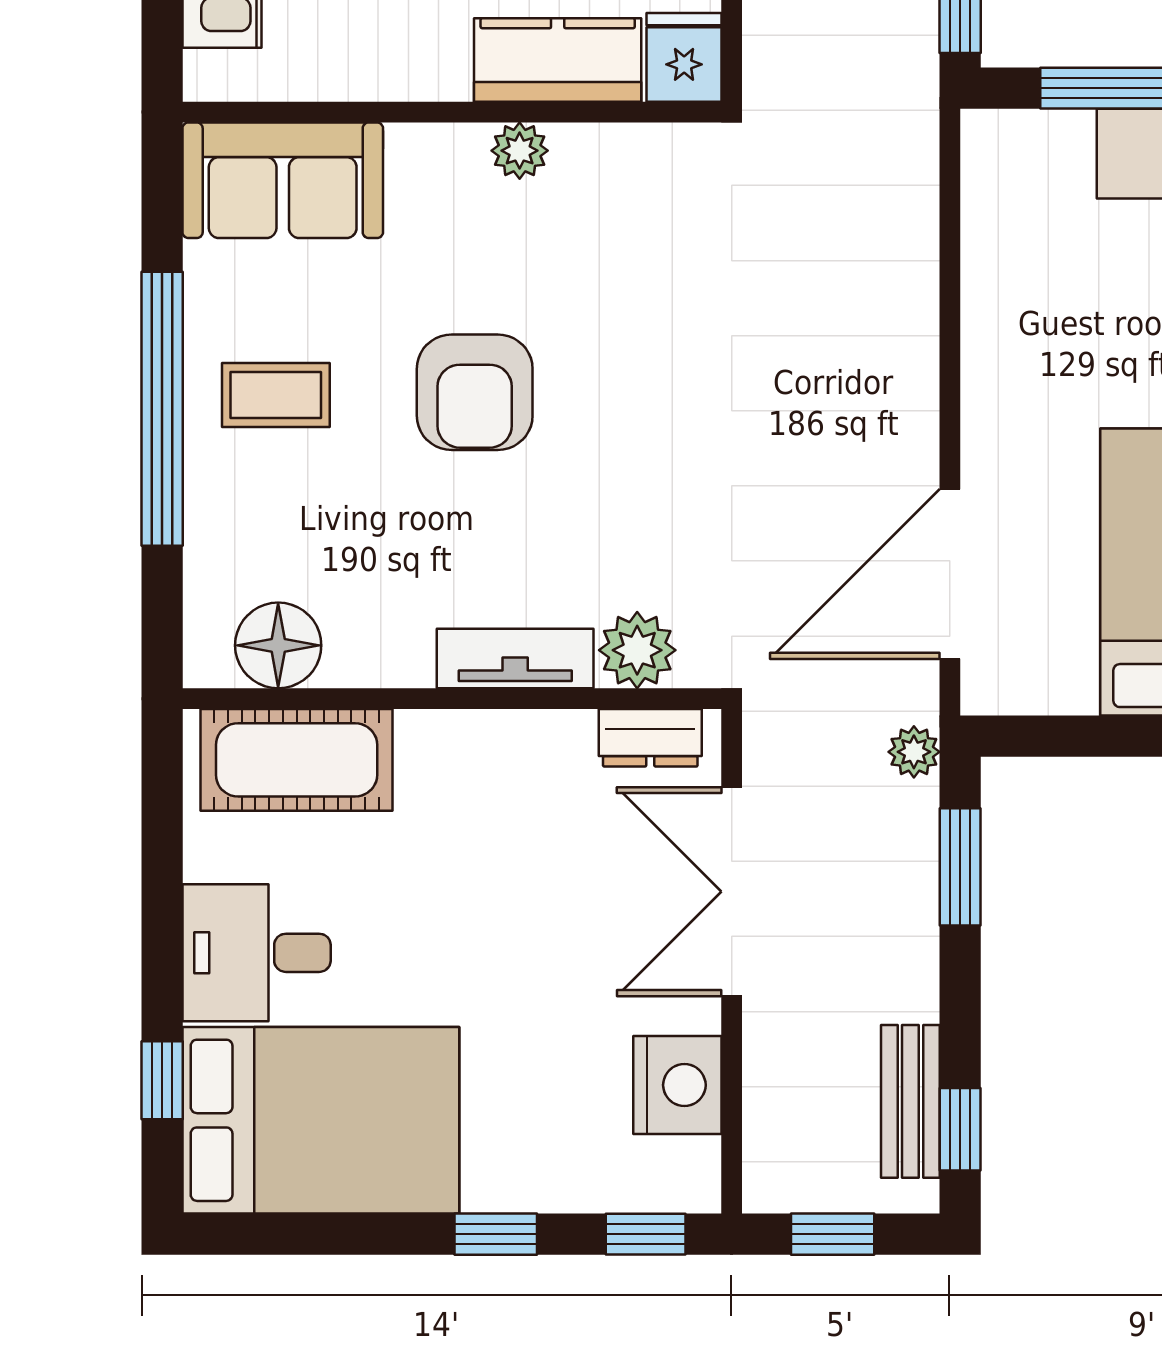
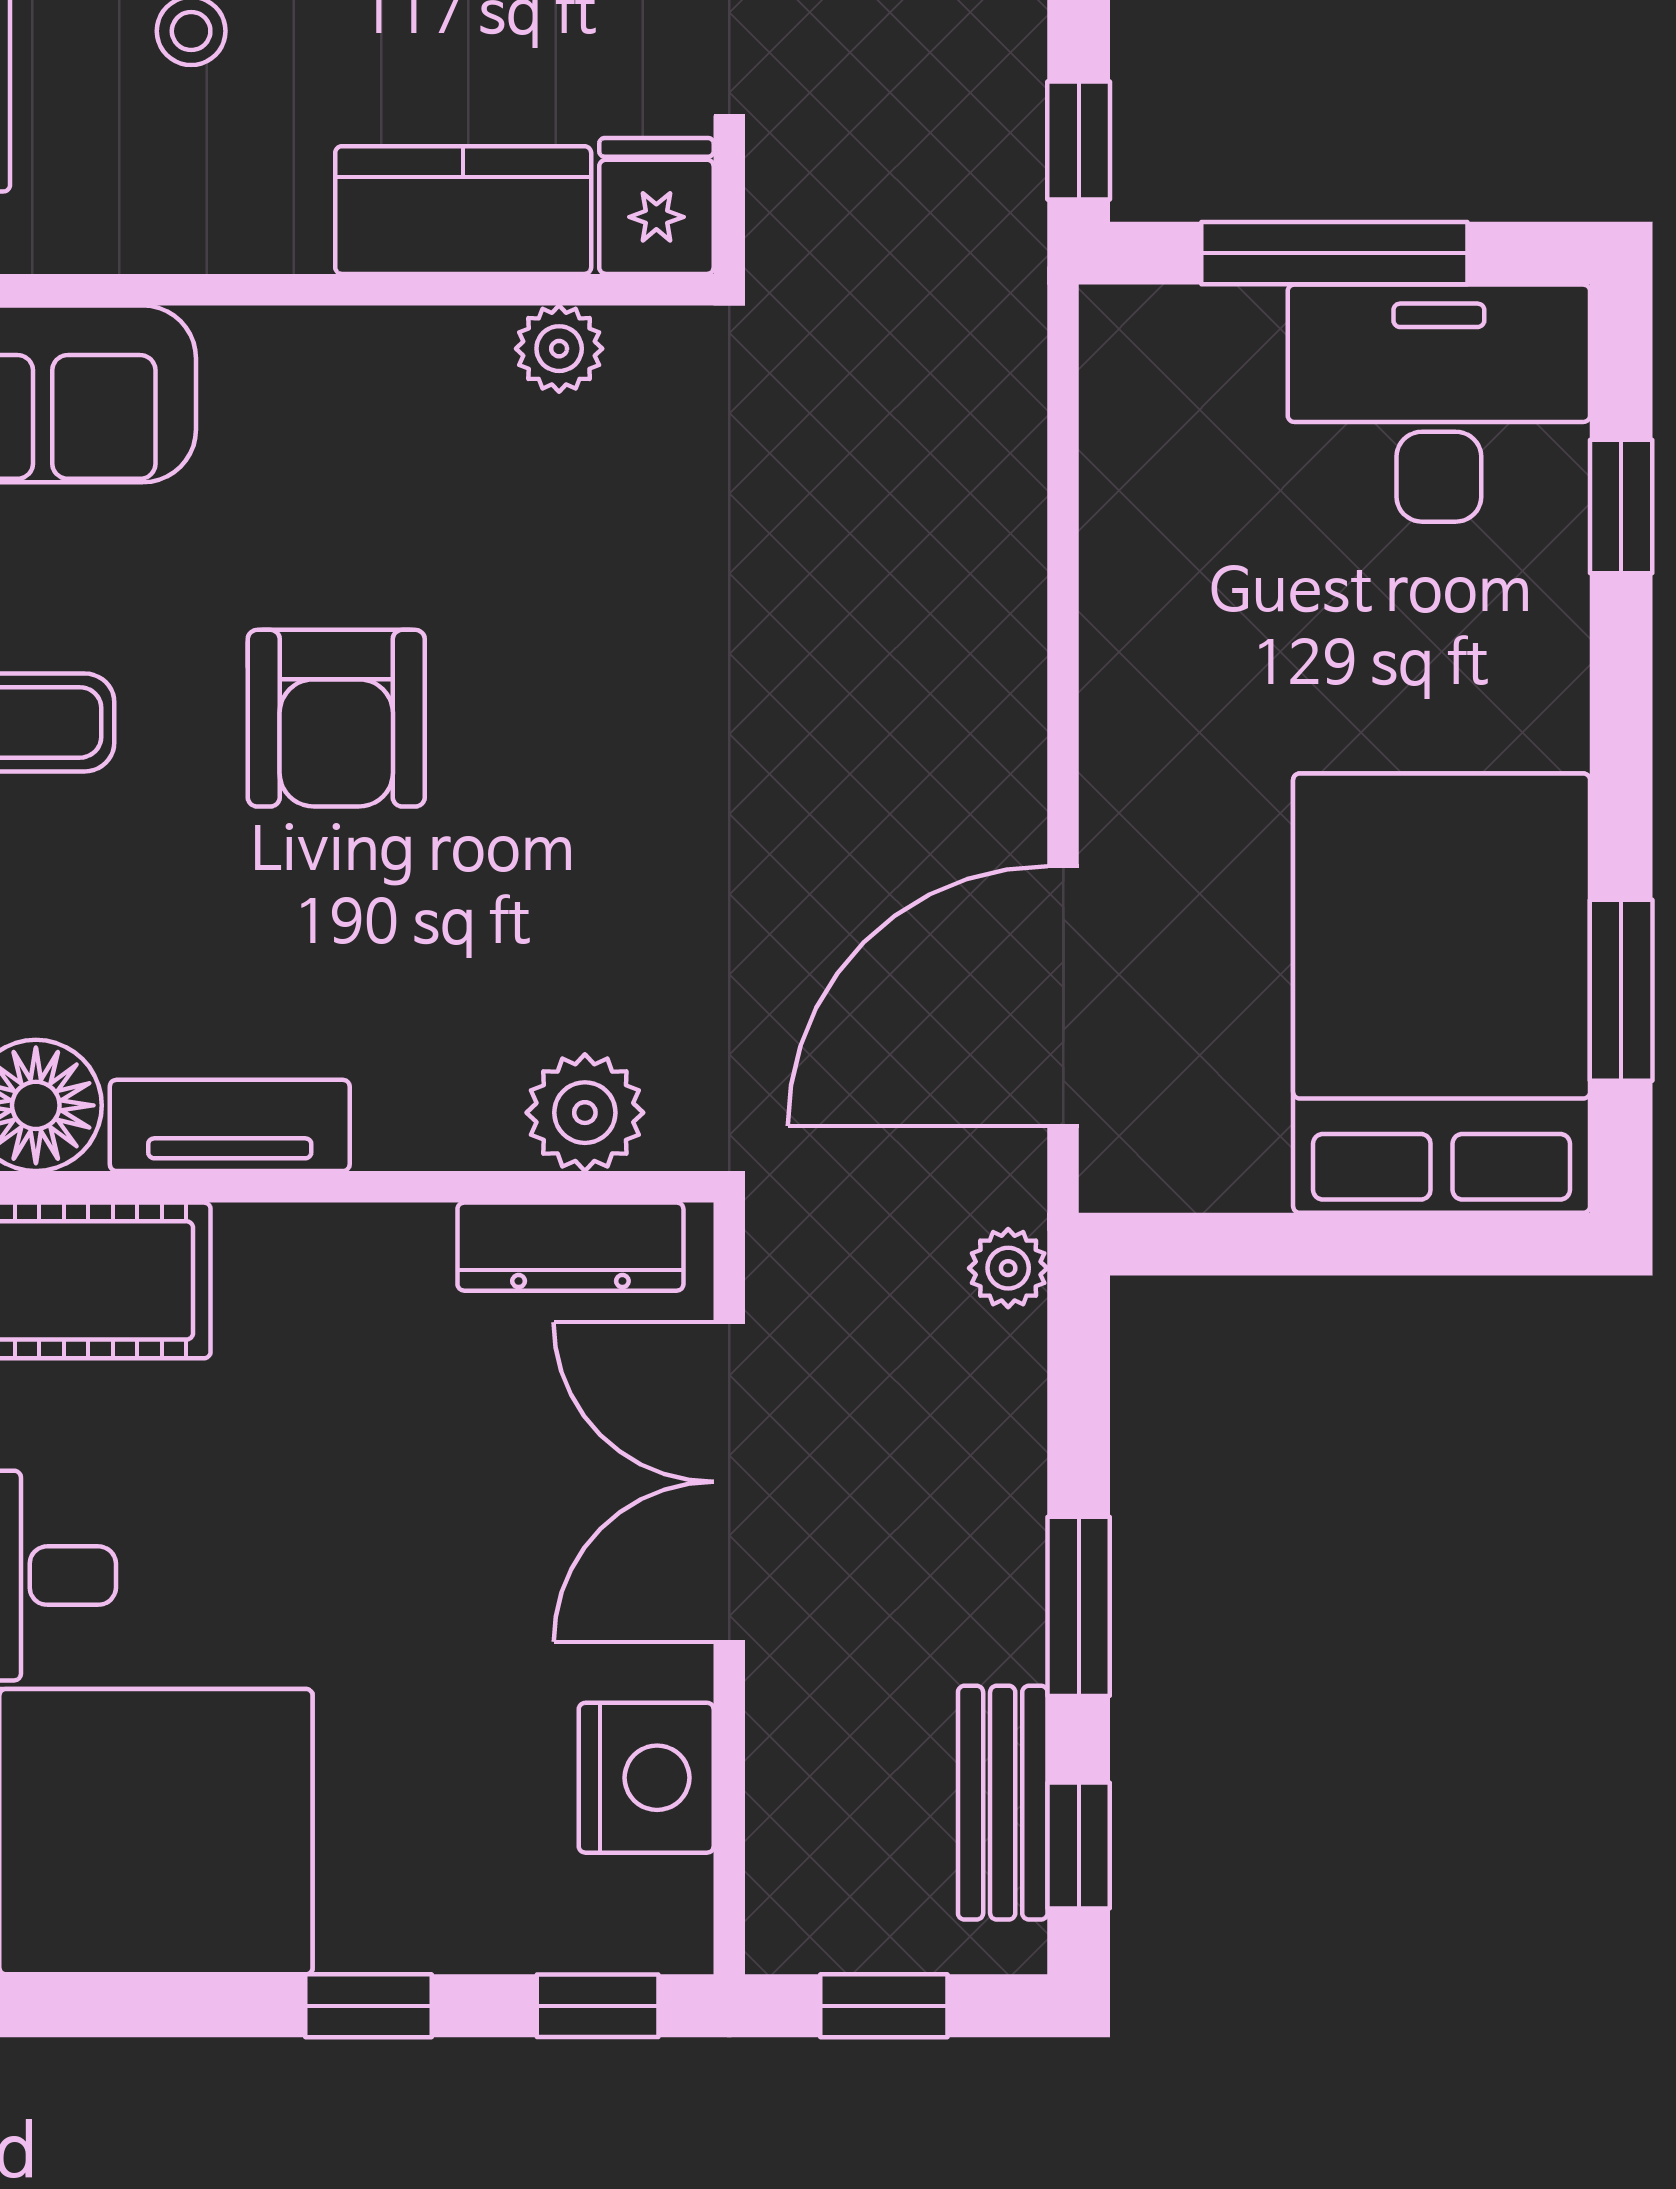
plant: (520, 151) -> (559, 349), moved
tv unit: (515, 659) -> (230, 1125), moved
dresser: (650, 738) -> (570, 1247), width x1.44
window: (960, 867) -> (1079, 1606), moved

